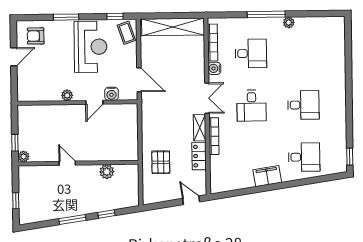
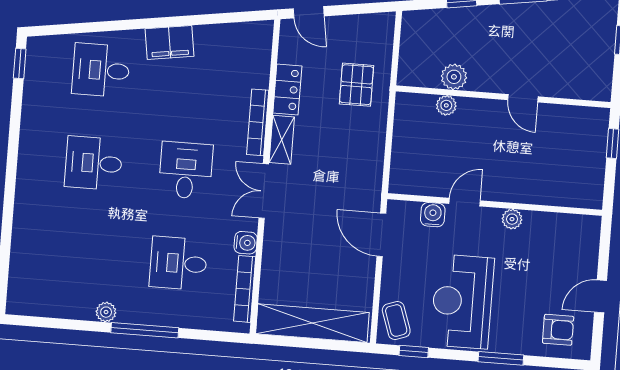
plant: (24, 157) -> (446, 105), moved

